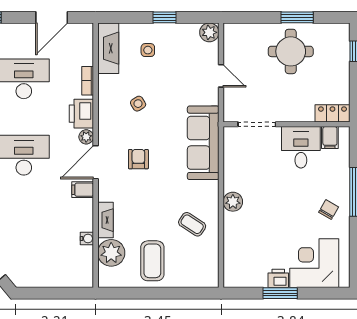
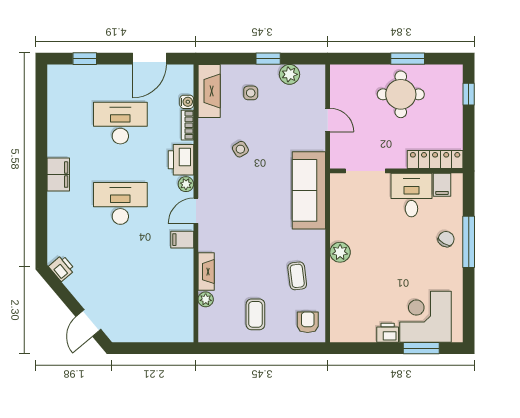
plant: (209, 32) -> (290, 74), moved
locker: (332, 113) -> (435, 159), width x1.53
armchair: (138, 159) -> (308, 322), moved
door: (96, 162) -> (196, 211), width x0.73
chair: (329, 210) -> (446, 239), moved
coffee table: (192, 224) -> (297, 276), turned 50
water cooler: (87, 239) -> (187, 102), moved
plant: (111, 253) -> (206, 299), width x0.53, depth x0.53
coffee table: (152, 261) -> (255, 314), width x0.73, depth x0.77
window: (280, 293) -> (421, 348), moved

